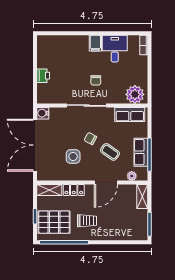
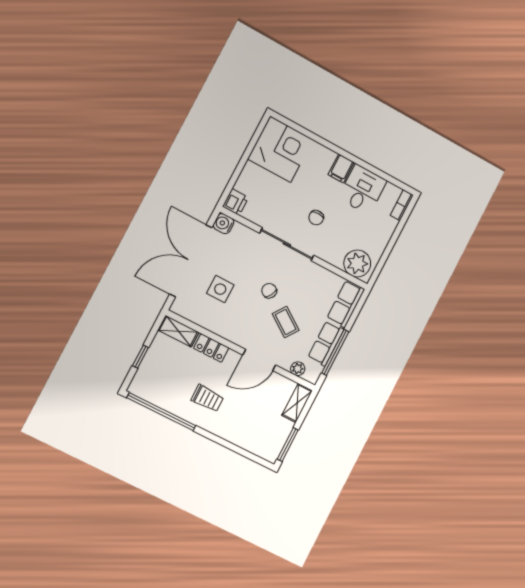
corner desk: (53, 52) -> (280, 149), added
printer: (43, 76) -> (236, 202), moved
row of seats: (130, 114) -> (346, 304), moved, turned 90
side table: (73, 156) -> (220, 289), moved
pallet: (54, 222) -> (162, 378), removed

